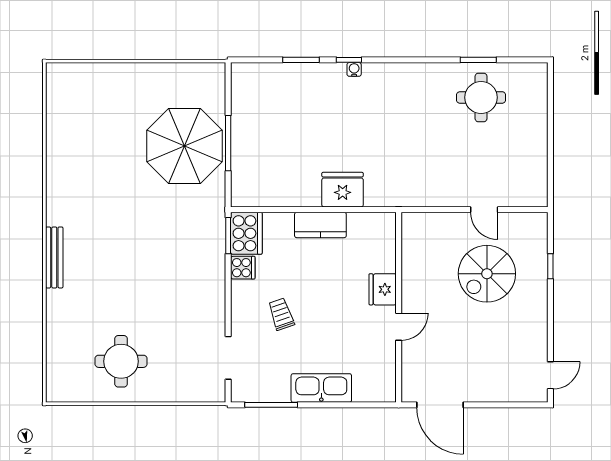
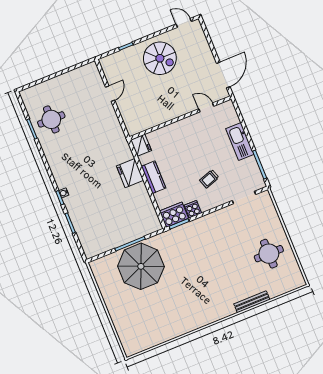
bench: (54, 257) -> (252, 302), moved
spiral stairs: (487, 274) -> (160, 58), moved
fridge: (383, 289) -> (141, 145), moved, turned -90
door: (399, 327) -> (206, 107), moved

